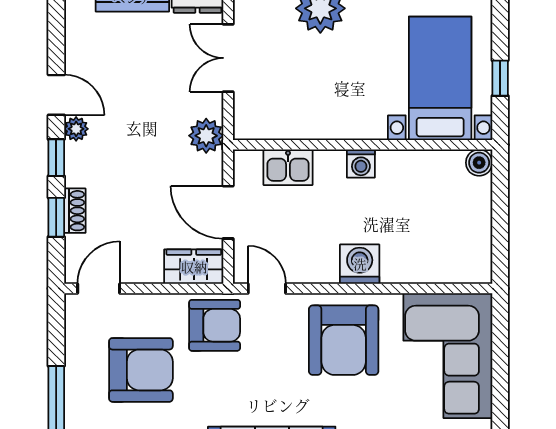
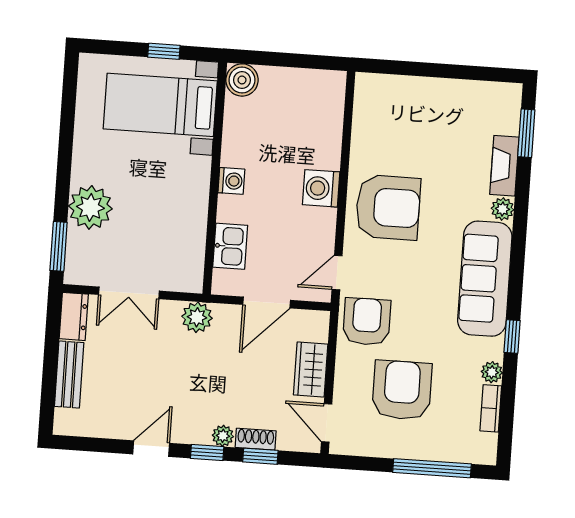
plant: (76, 129) -> (223, 436), moved
boiler: (479, 163) -> (242, 80), width x1.36, depth x1.36
wardrobe: (194, 267) -> (311, 369), moved
corner sofa: (448, 356) -> (408, 115), removed

